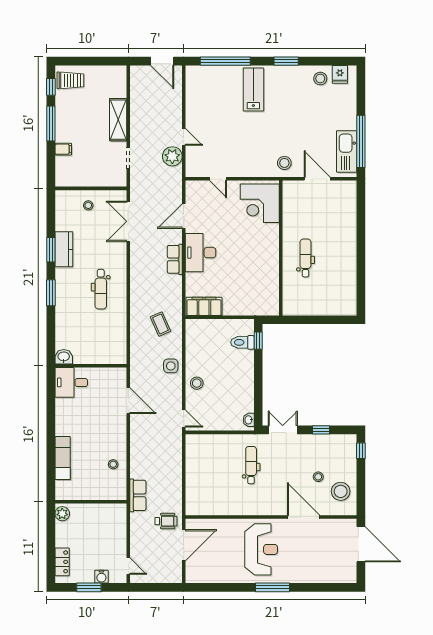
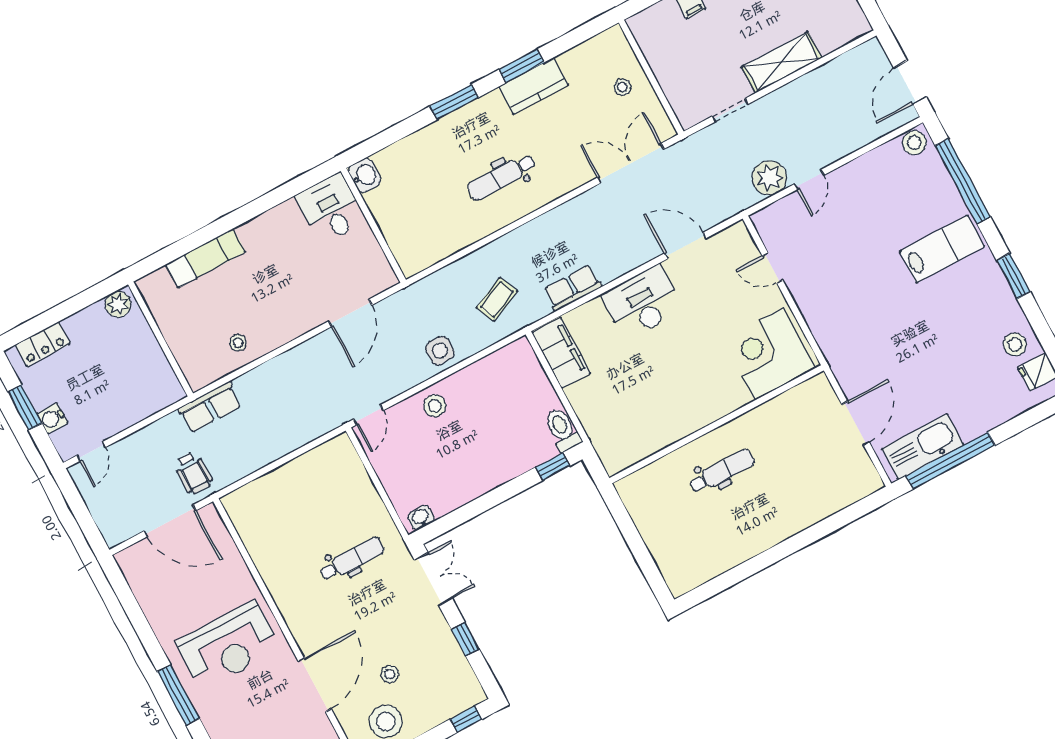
stool: (284, 163) -> (914, 143), moved
door: (218, 179) -> (773, 268), hinge flipped
row of seats: (175, 259) -> (573, 288), moved
toilet: (242, 342) -> (562, 430), moved

